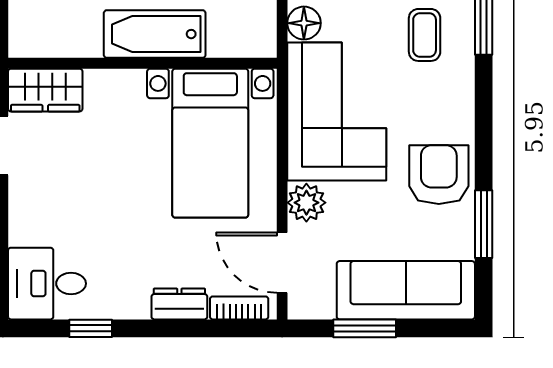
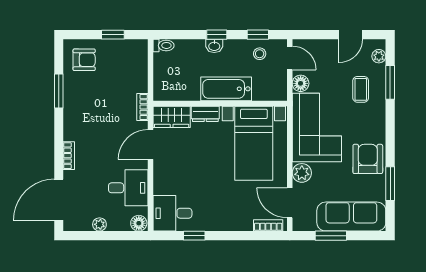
dresser: (179, 304) -> (205, 114), moved, turned 180

